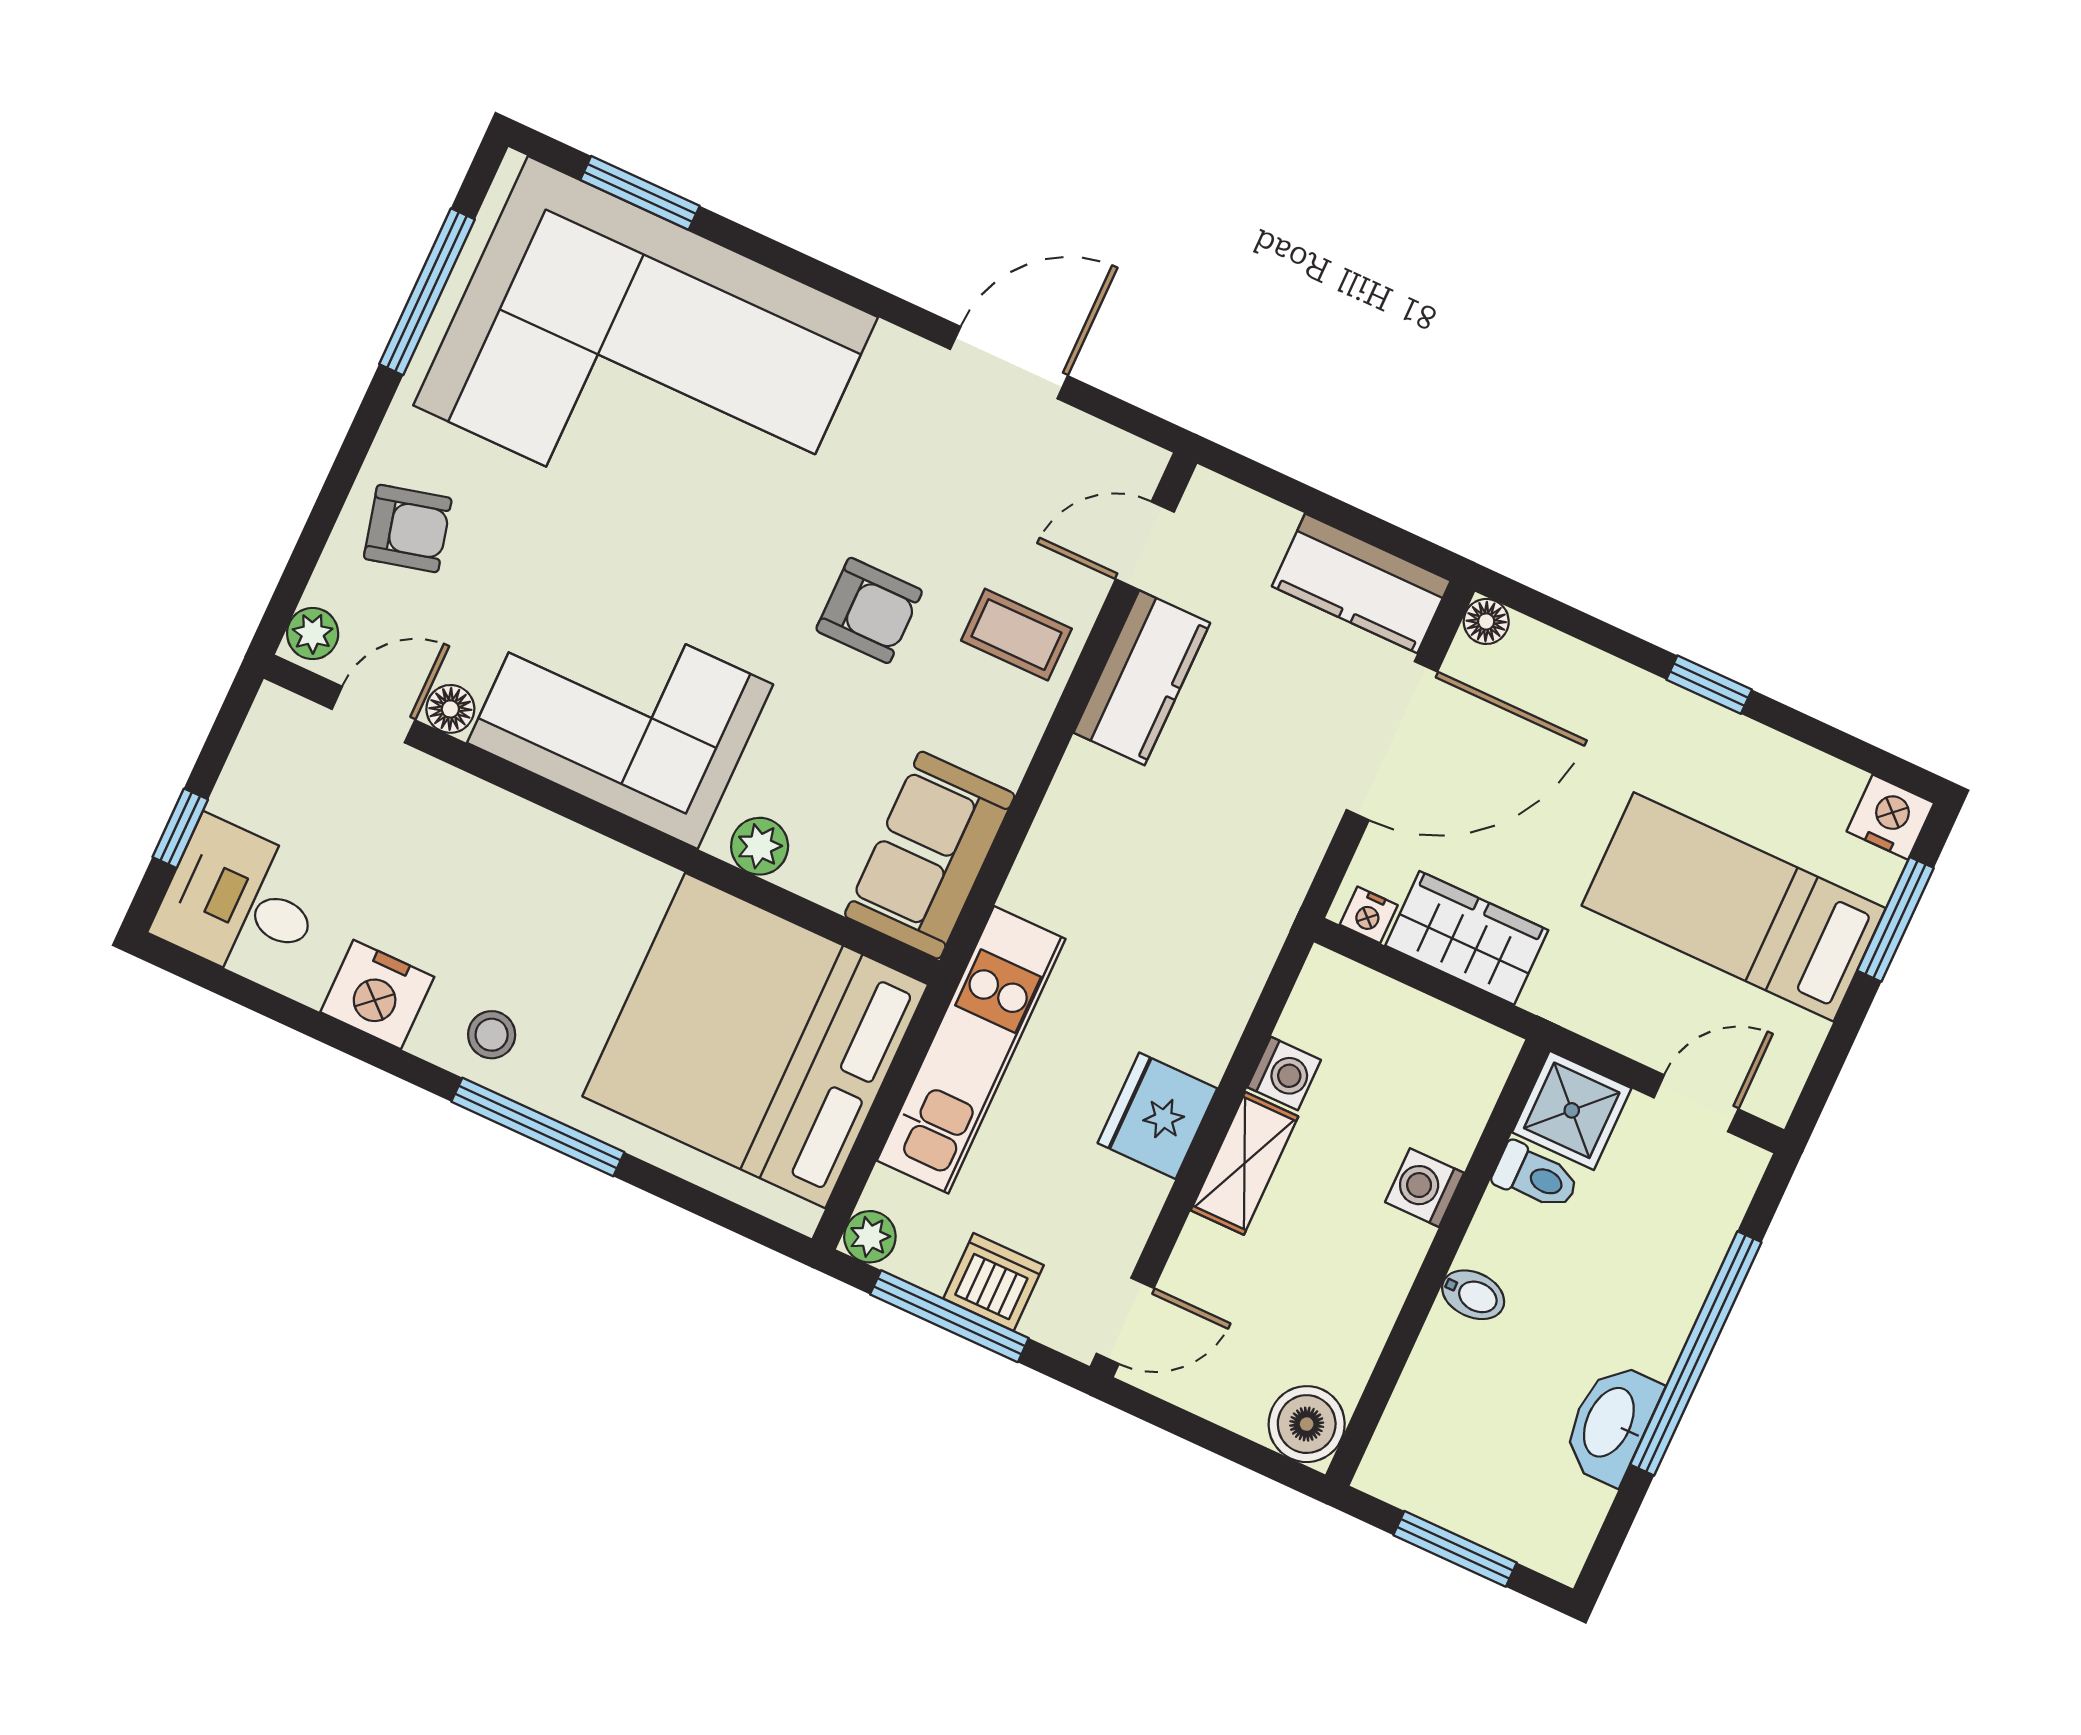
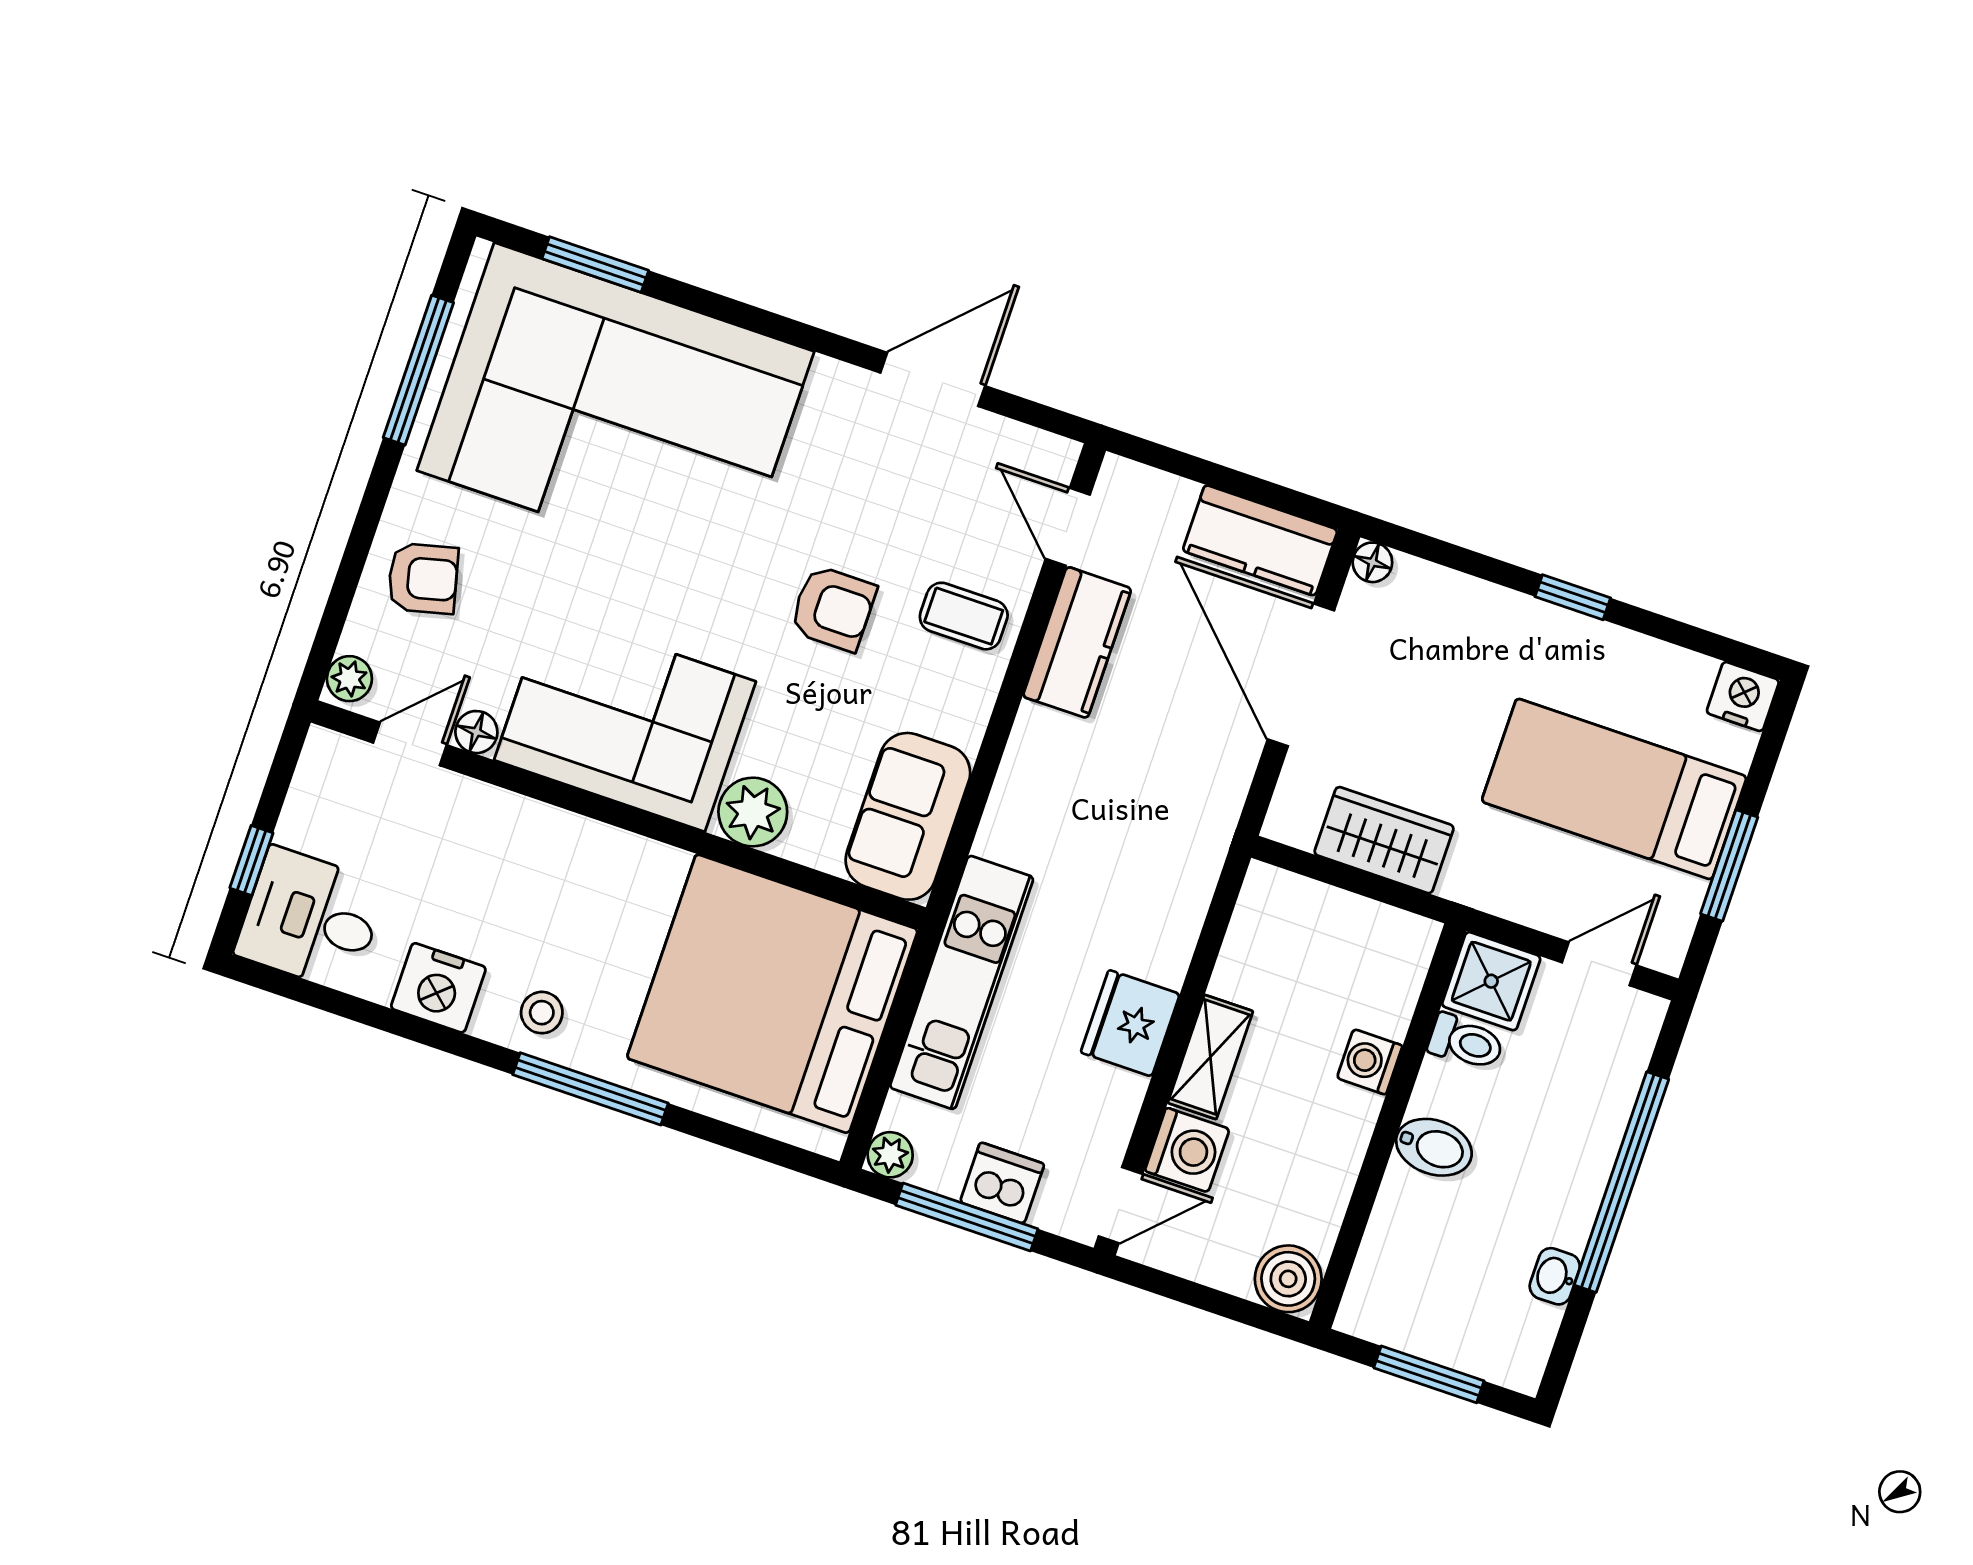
door: (1145, 546) -> (1068, 527), hinge flipped
door: (1392, 741) -> (1301, 675), swing flipped
plant: (760, 846) -> (753, 812), width x1.38, depth x1.38
nightstand: (1369, 915) -> (1296, 829), removed
window: (1895, 919) -> (1729, 866), moved
washing machine: (1284, 1073) -> (1187, 1150), moved, width x1.38, depth x1.38
bidet: (1473, 1295) -> (1434, 1147), width x1.38, depth x1.36
washbasin: (1611, 1423) -> (1555, 1276), width x0.52, depth x0.69

